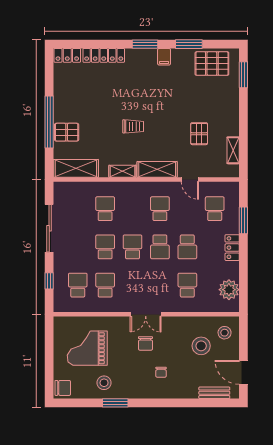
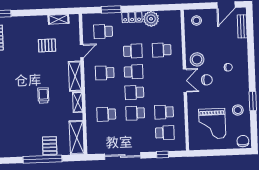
school desk: (78, 285) -> (165, 133), turned 180
plant: (229, 290) -> (151, 19), moved
stool: (201, 346) -> (197, 59), moved

